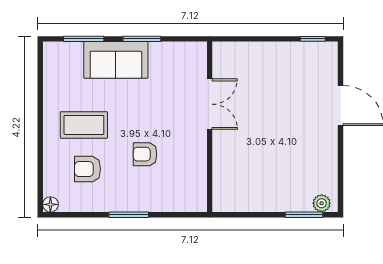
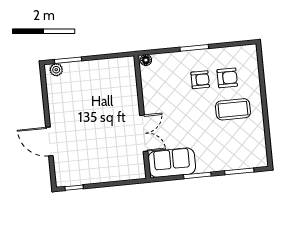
sofa: (116, 60) -> (172, 163), moved
double door: (210, 104) -> (144, 133), swing flipped
armchair: (145, 154) -> (200, 80), moved
floor lamp: (50, 204) -> (146, 60), moved

